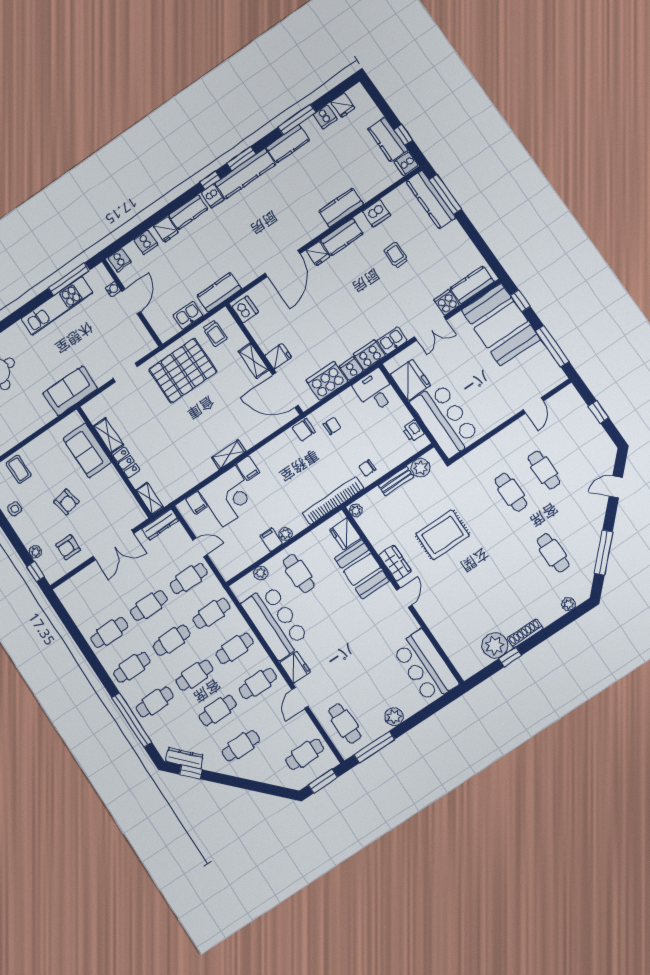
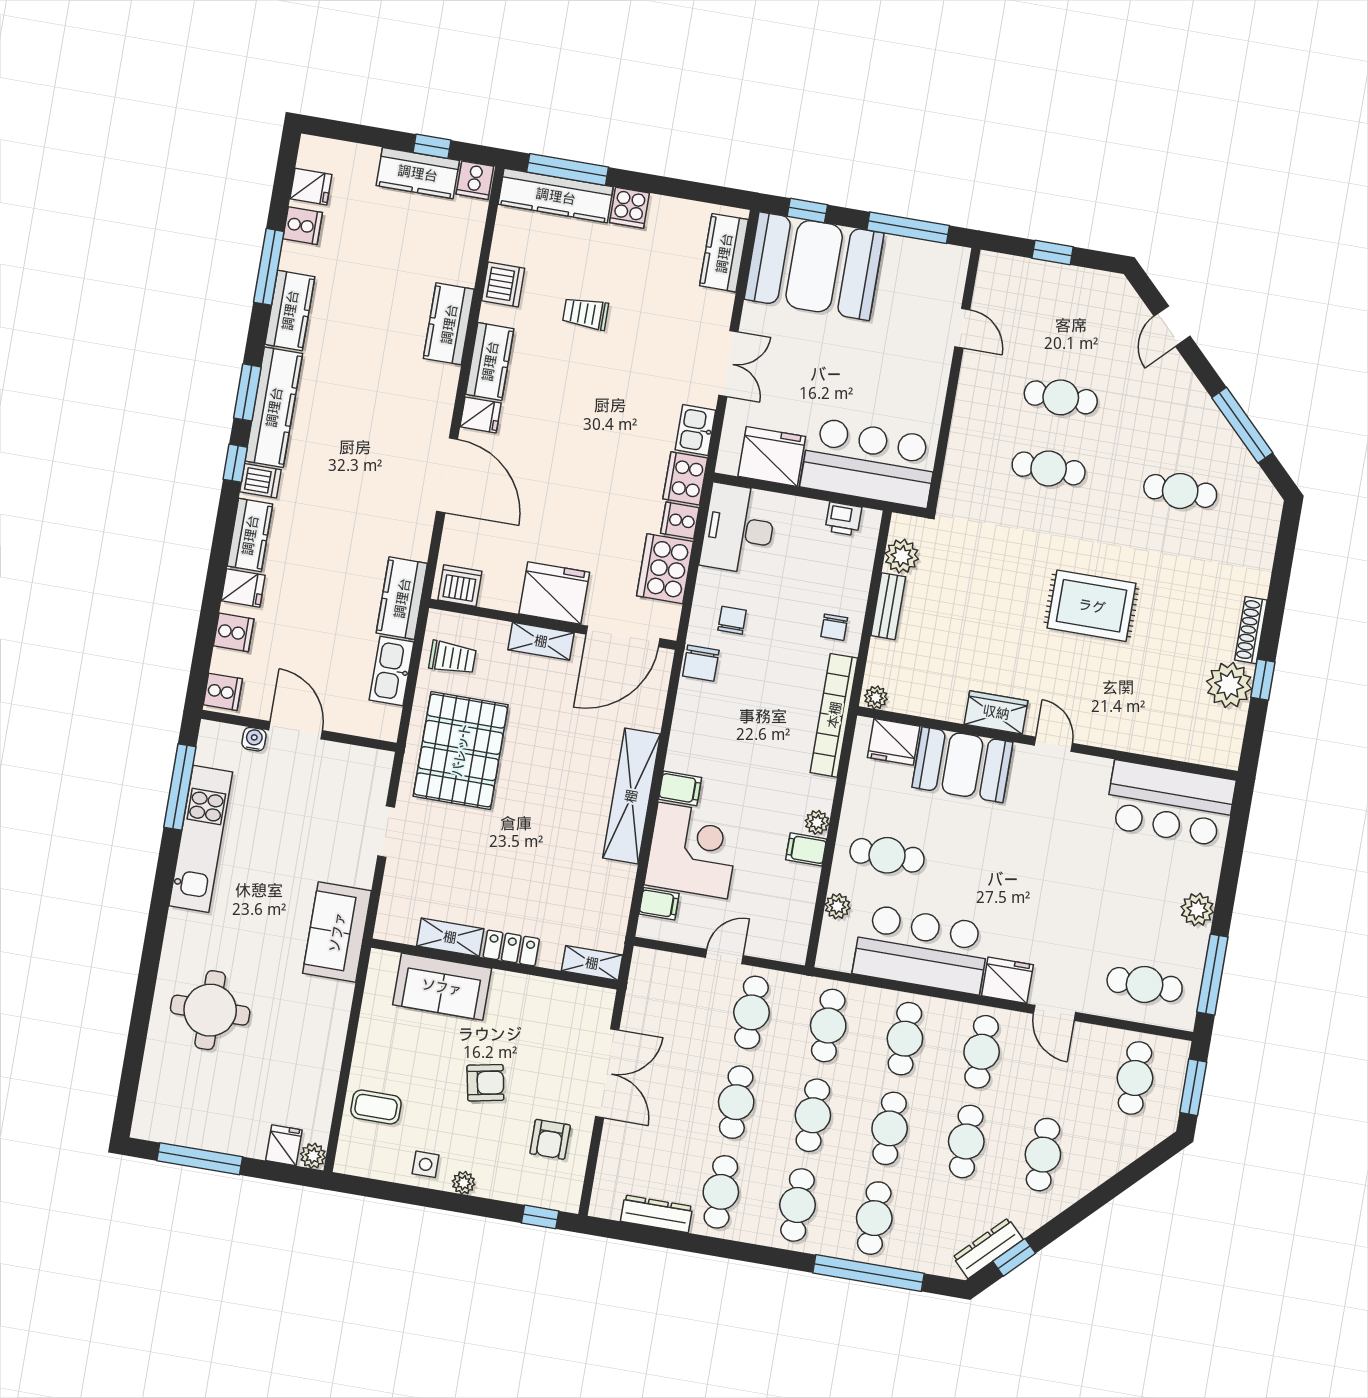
cooker: (447, 302) -> (629, 208), moved, turned -90
kitchen sink: (188, 315) -> (392, 671), width x1.38
fridge: (278, 356) -> (554, 593), width x1.88, depth x1.34
desk: (375, 391) -> (739, 529), width x1.37
shelving: (229, 454) -> (631, 796), width x2.20, depth x1.33
dresser: (160, 525) -> (656, 1214), moved, turned -90
rug: (442, 535) -> (1092, 606), moved, turned 90
plant: (35, 552) -> (464, 1183), moved
plant: (569, 604) -> (1266, 536), removed

